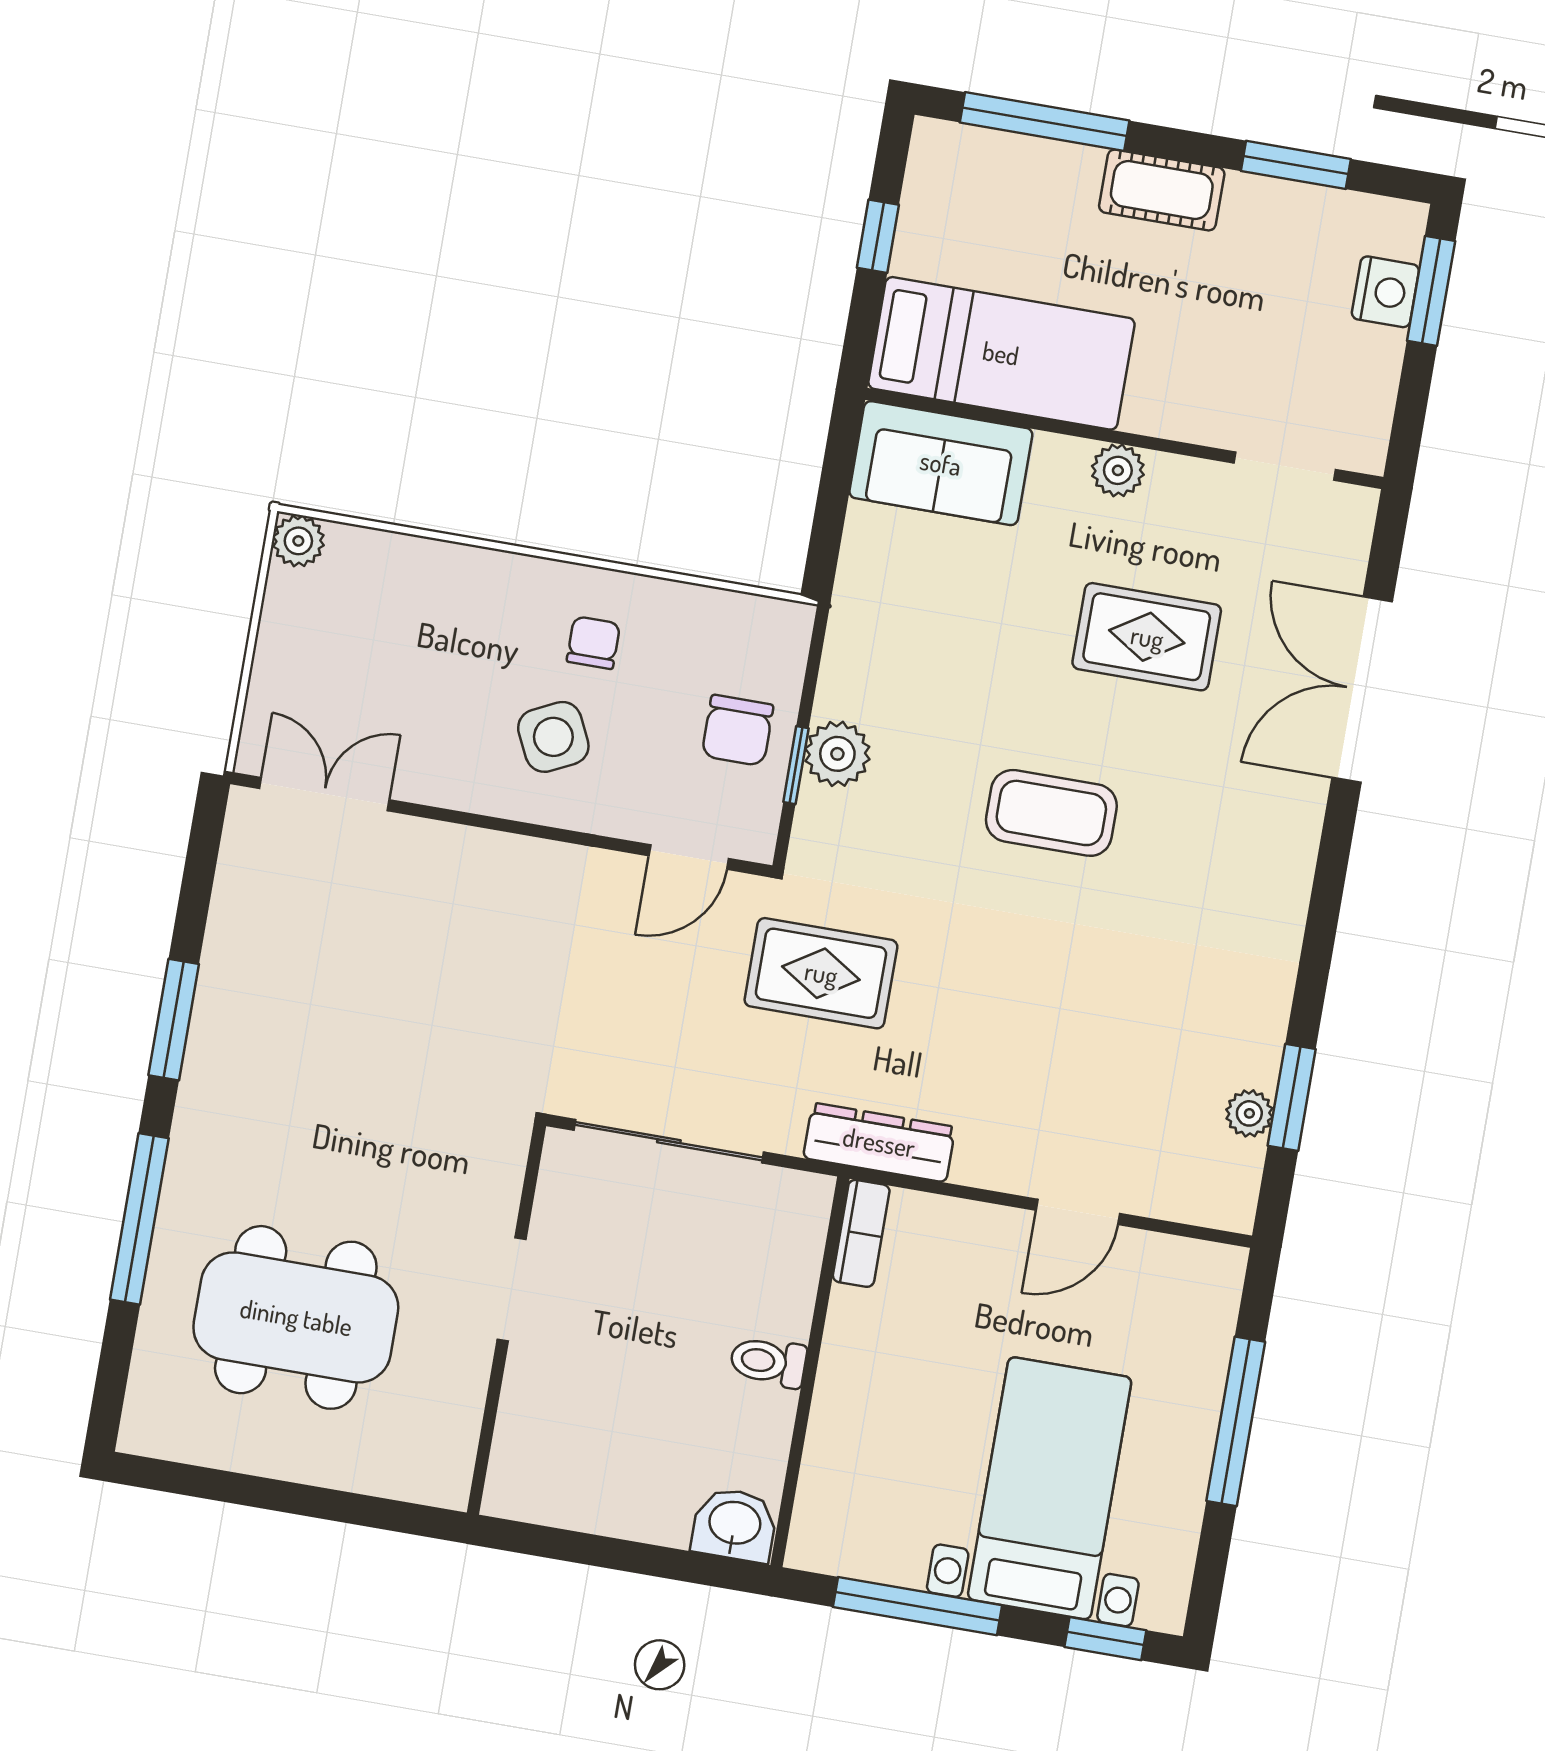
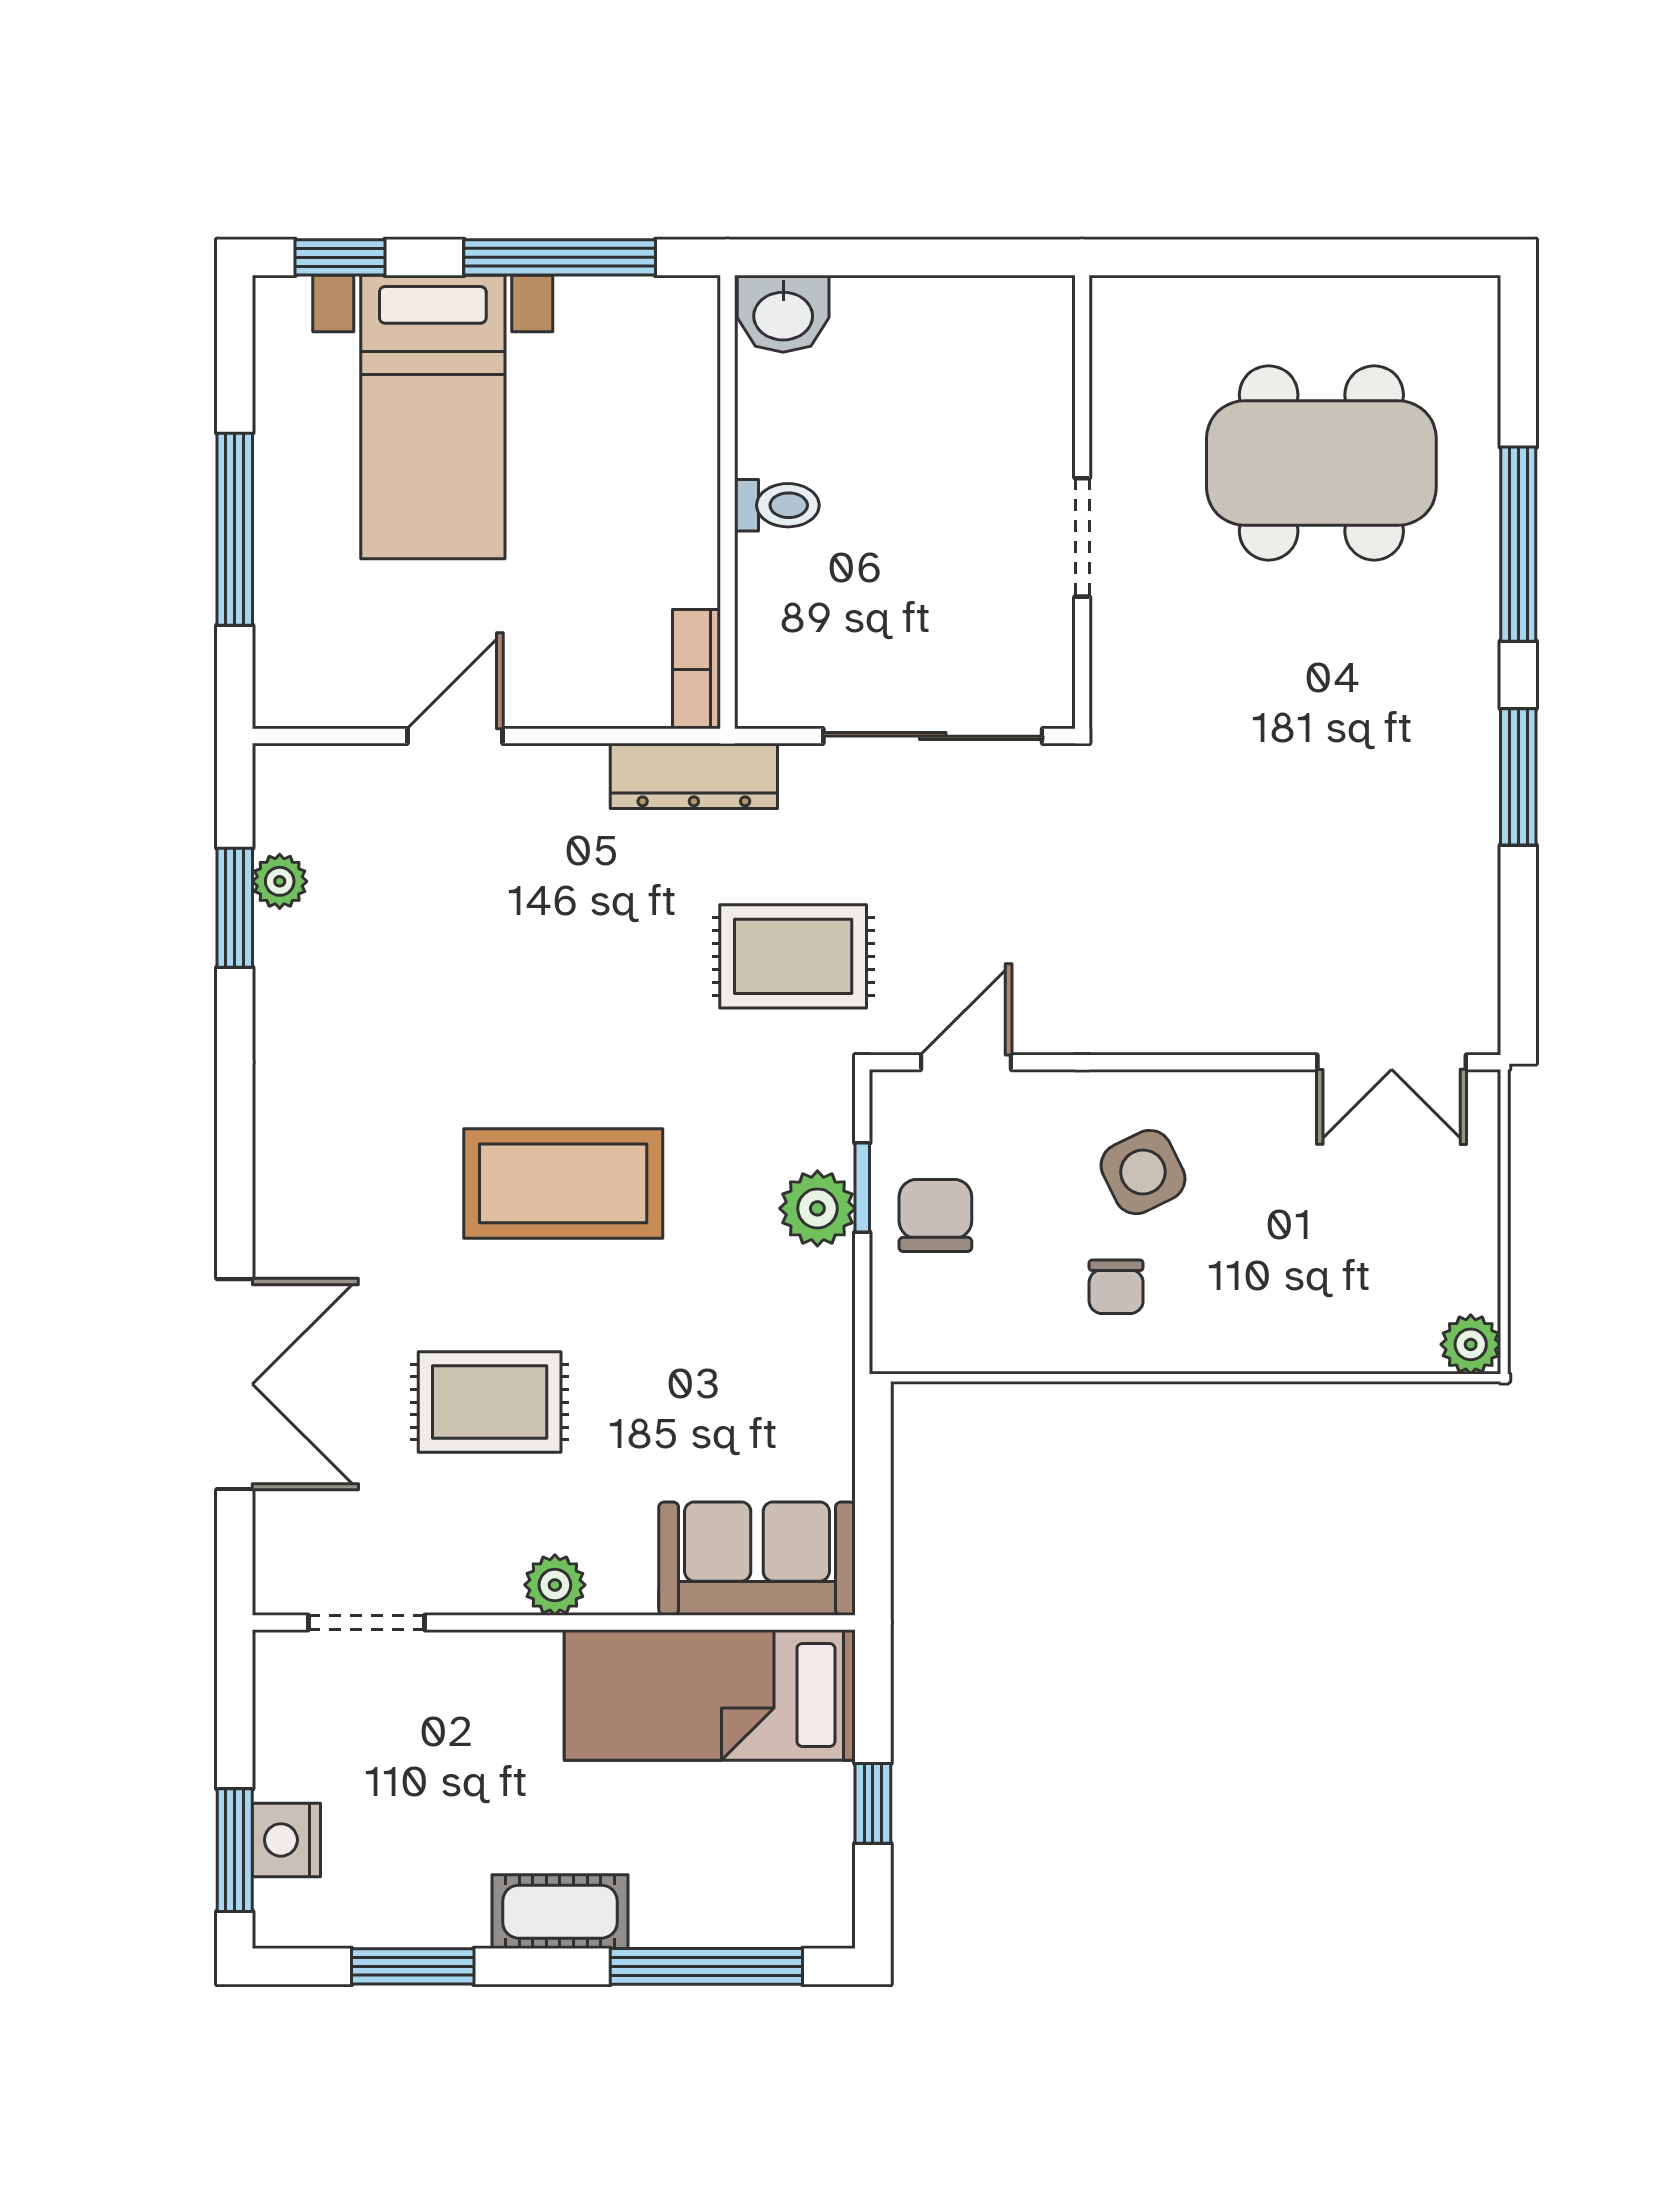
coffee table: (1051, 813) -> (563, 1183), width x1.36, depth x1.32

